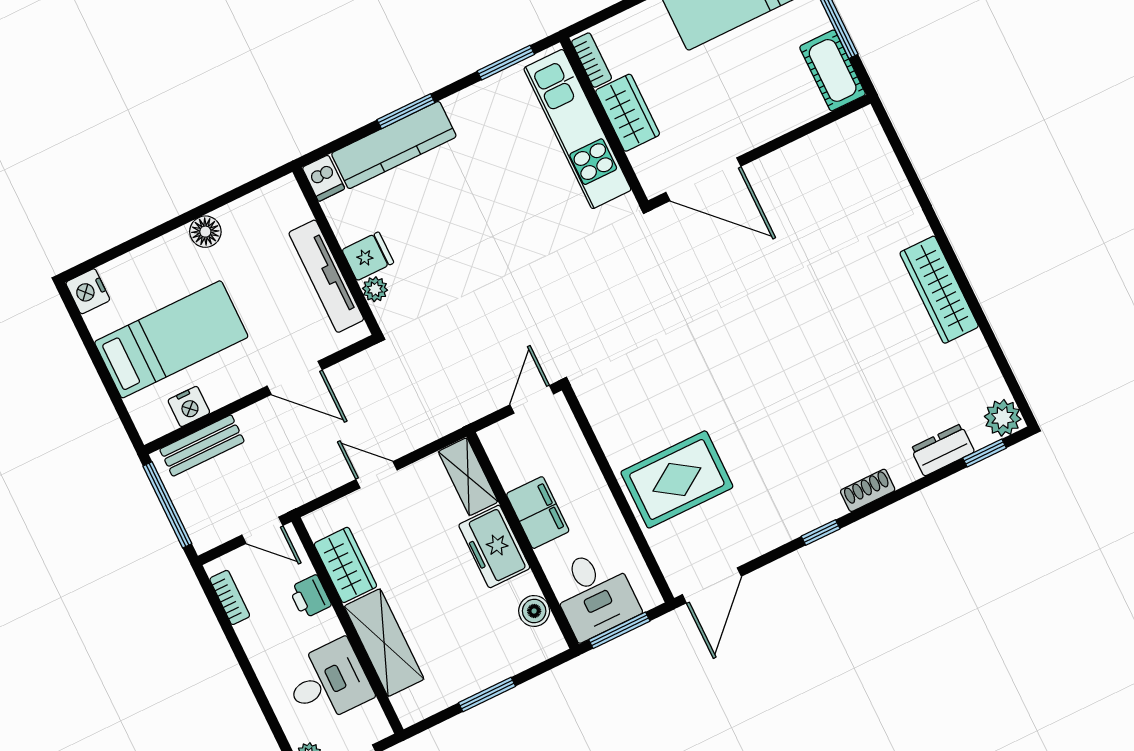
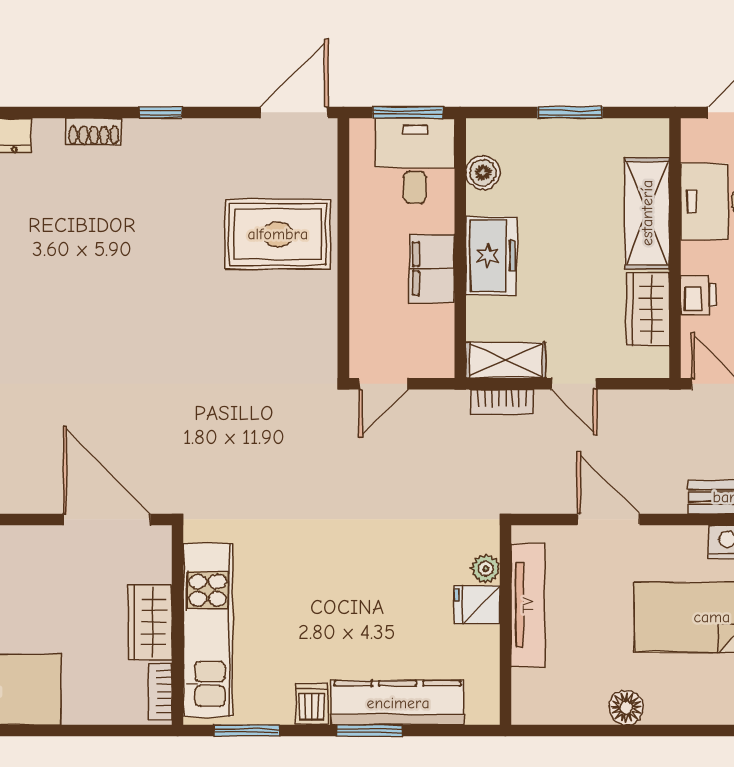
dishwasher: (323, 178) -> (312, 704), moved
bookcase: (428, 431) -> (502, 402), added
shelving: (468, 477) -> (506, 360), moved, turned 90

